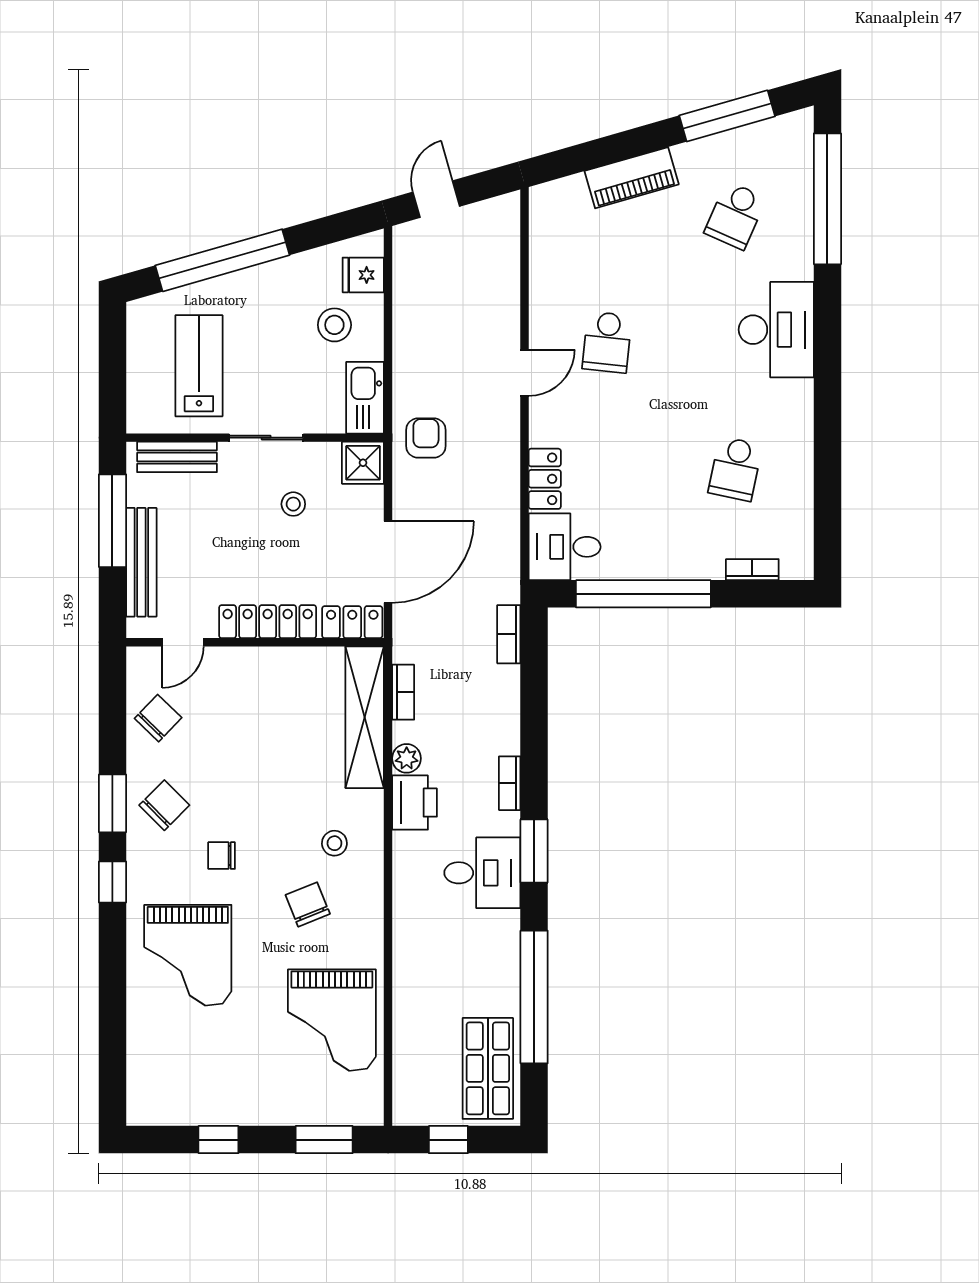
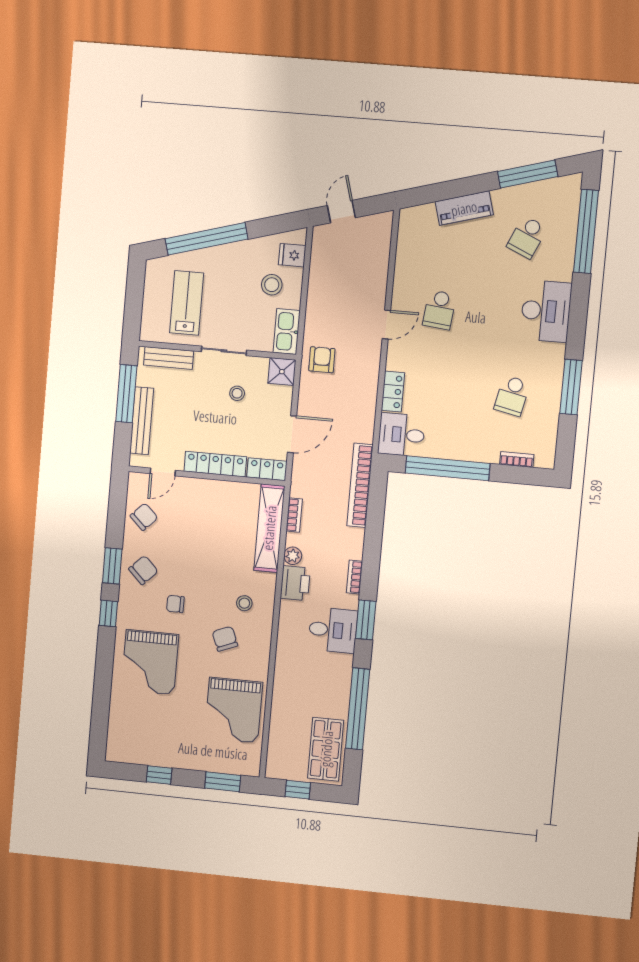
window: (827, 447) -> (571, 387), added
door: (388, 562) -> (292, 434), width x0.73
bookcase: (509, 634) -> (360, 485), width x2.31, depth x1.31

